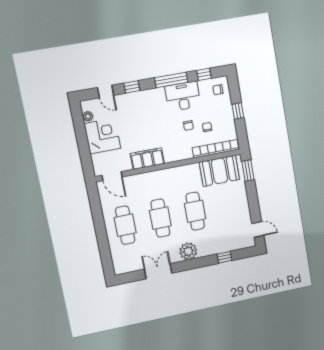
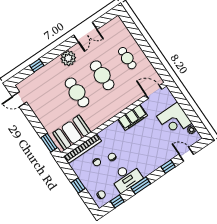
window: (171, 80) -> (141, 185), width x0.69
cafe table: (125, 225) -> (127, 58), width x0.73, depth x0.74

